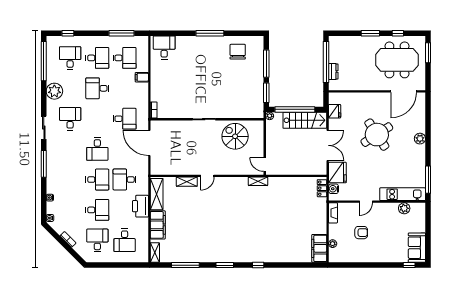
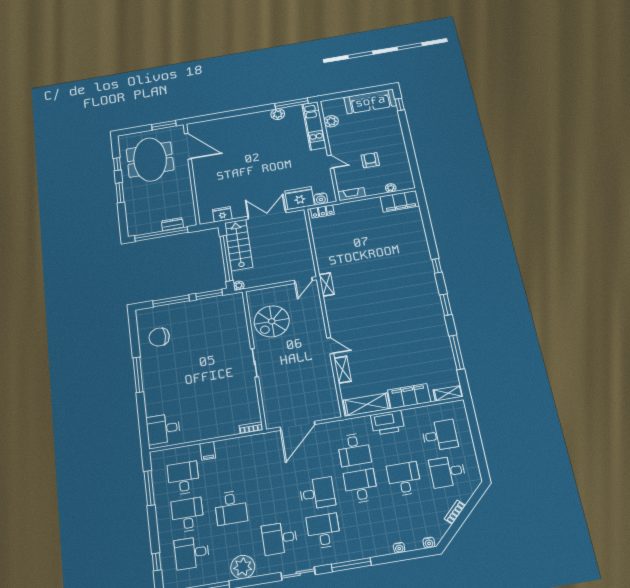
window: (428, 53) -> (164, 125), moved
desk: (125, 119) -> (324, 531), moved
round table: (377, 135) -> (245, 165), removed
plant: (420, 139) -> (278, 114), moved
sofa: (417, 248) -> (370, 101), width x1.36

